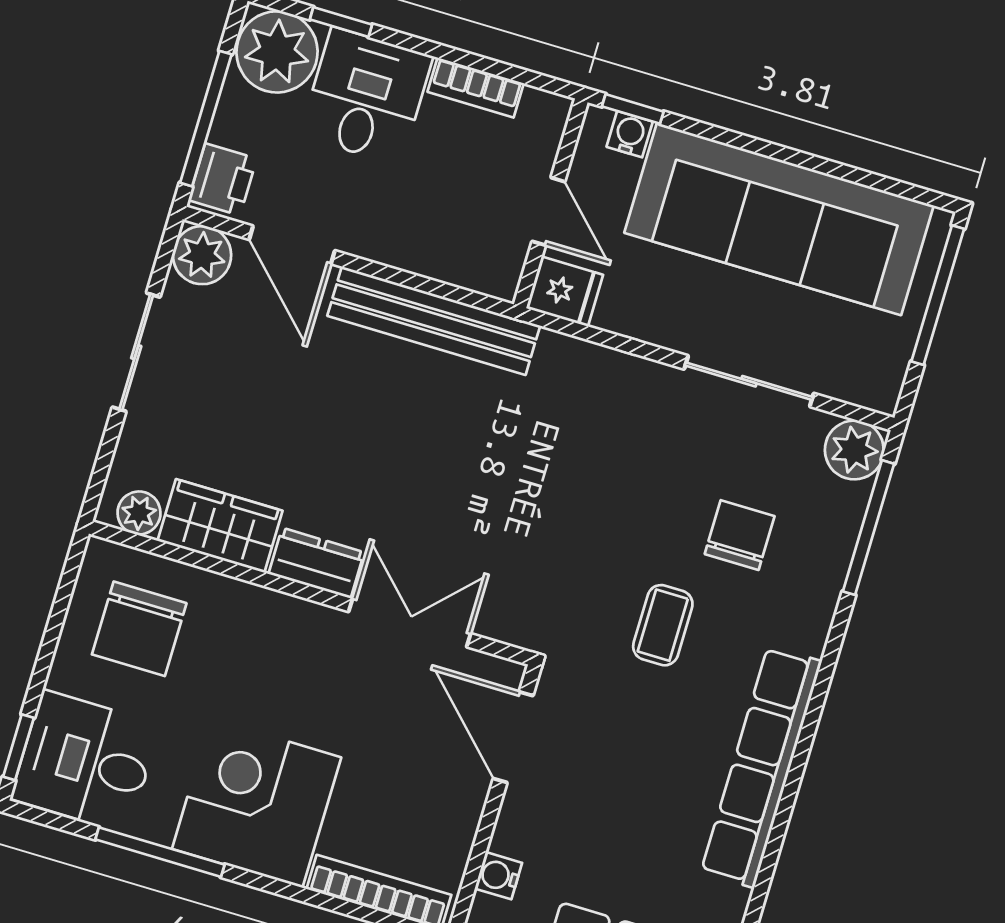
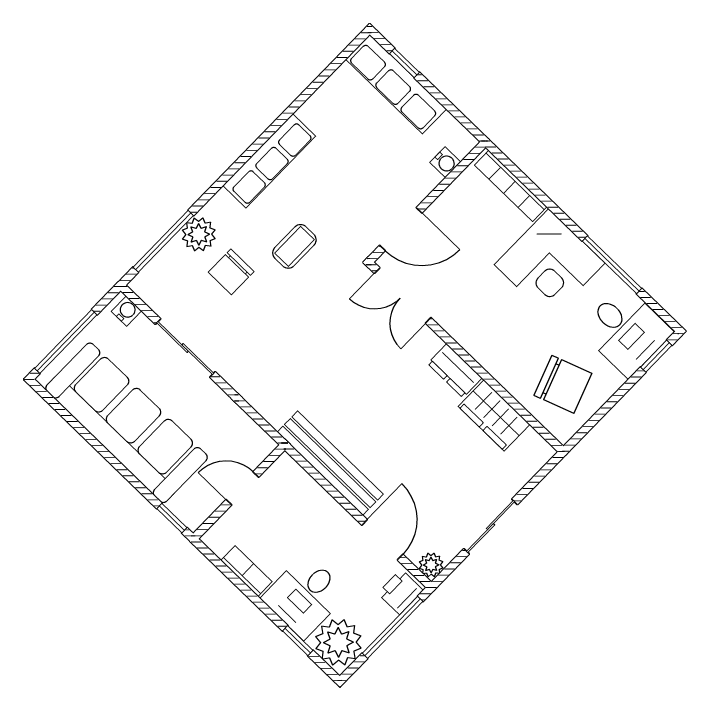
water cooler: (630, 134) -> (126, 311), moved, turned 180
door: (548, 211) -> (242, 488), hinge flipped
plant: (202, 255) -> (431, 565), width x0.73, depth x0.73
fridge: (565, 291) -> (255, 443), removed
plant: (854, 450) -> (199, 234), moved
plant: (139, 513) -> (532, 444), removed
double door: (410, 623) -> (403, 295), moved
chair: (139, 629) -> (563, 384), turned 70
door: (513, 737) -> (401, 229), hinge flipped
row of seats: (761, 767) -> (269, 161), width x0.73

